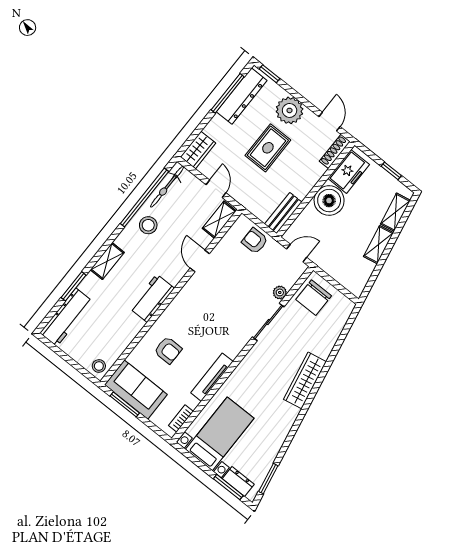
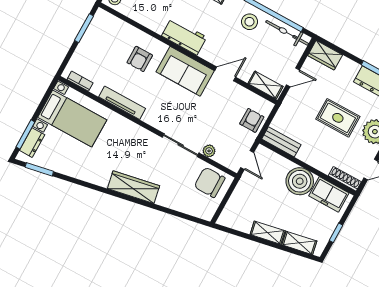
sofa: (136, 390) -> (185, 71), moved, turned 90

